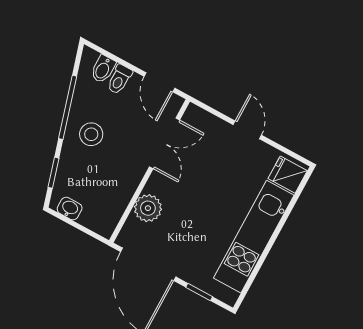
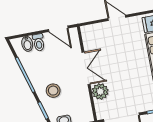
stool: (91, 134) -> (53, 91), moved
double door: (165, 143) -> (86, 68), moved

